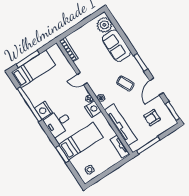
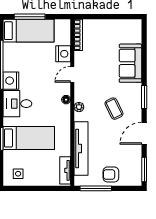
plant: (104, 25) -> (132, 34), removed
door: (82, 79) -> (72, 74), hinge flipped
nightstand: (93, 109) -> (63, 54), moved
armchair: (152, 118) -> (111, 174), moved

